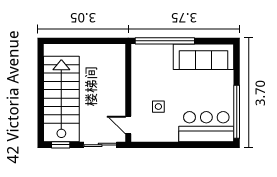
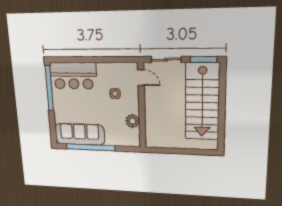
window: (165, 41) -> (91, 147), moved
plant: (139, 75) -> (132, 121), added
window: (61, 145) -> (204, 59), width x1.50

